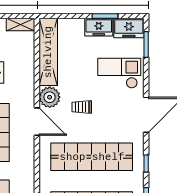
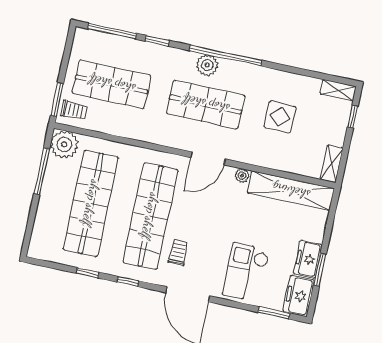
checkout: (119, 73) -> (246, 272), turned 180
plant: (50, 97) -> (242, 176), width x0.53, depth x0.53
trolley: (82, 107) -> (178, 252), moved

